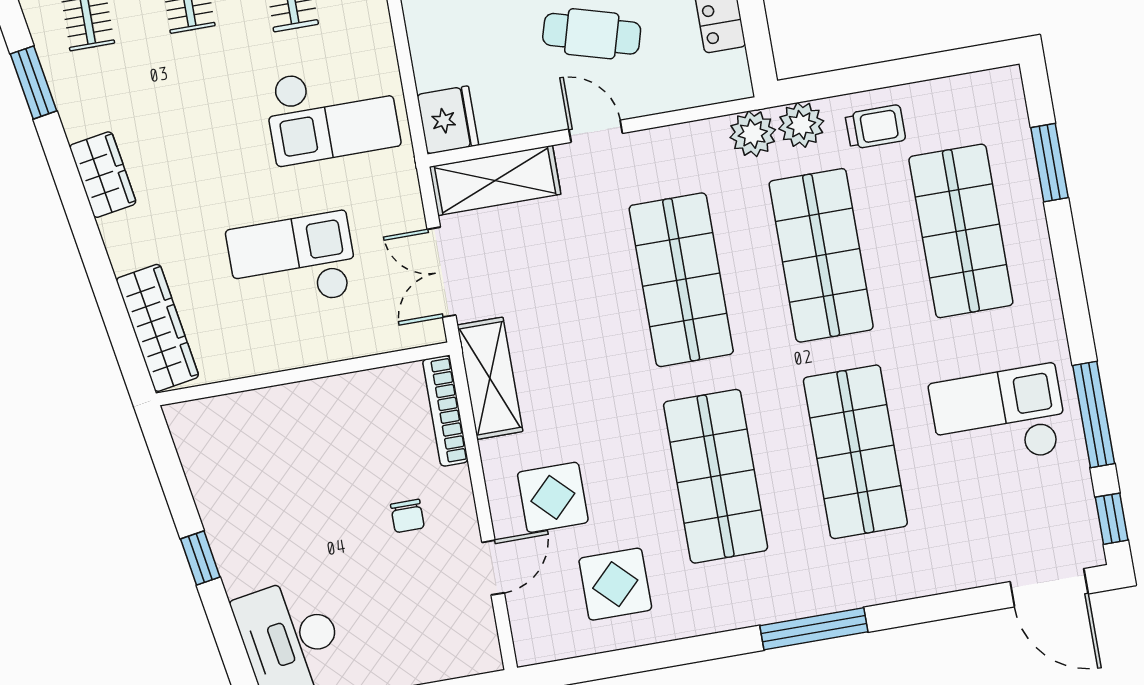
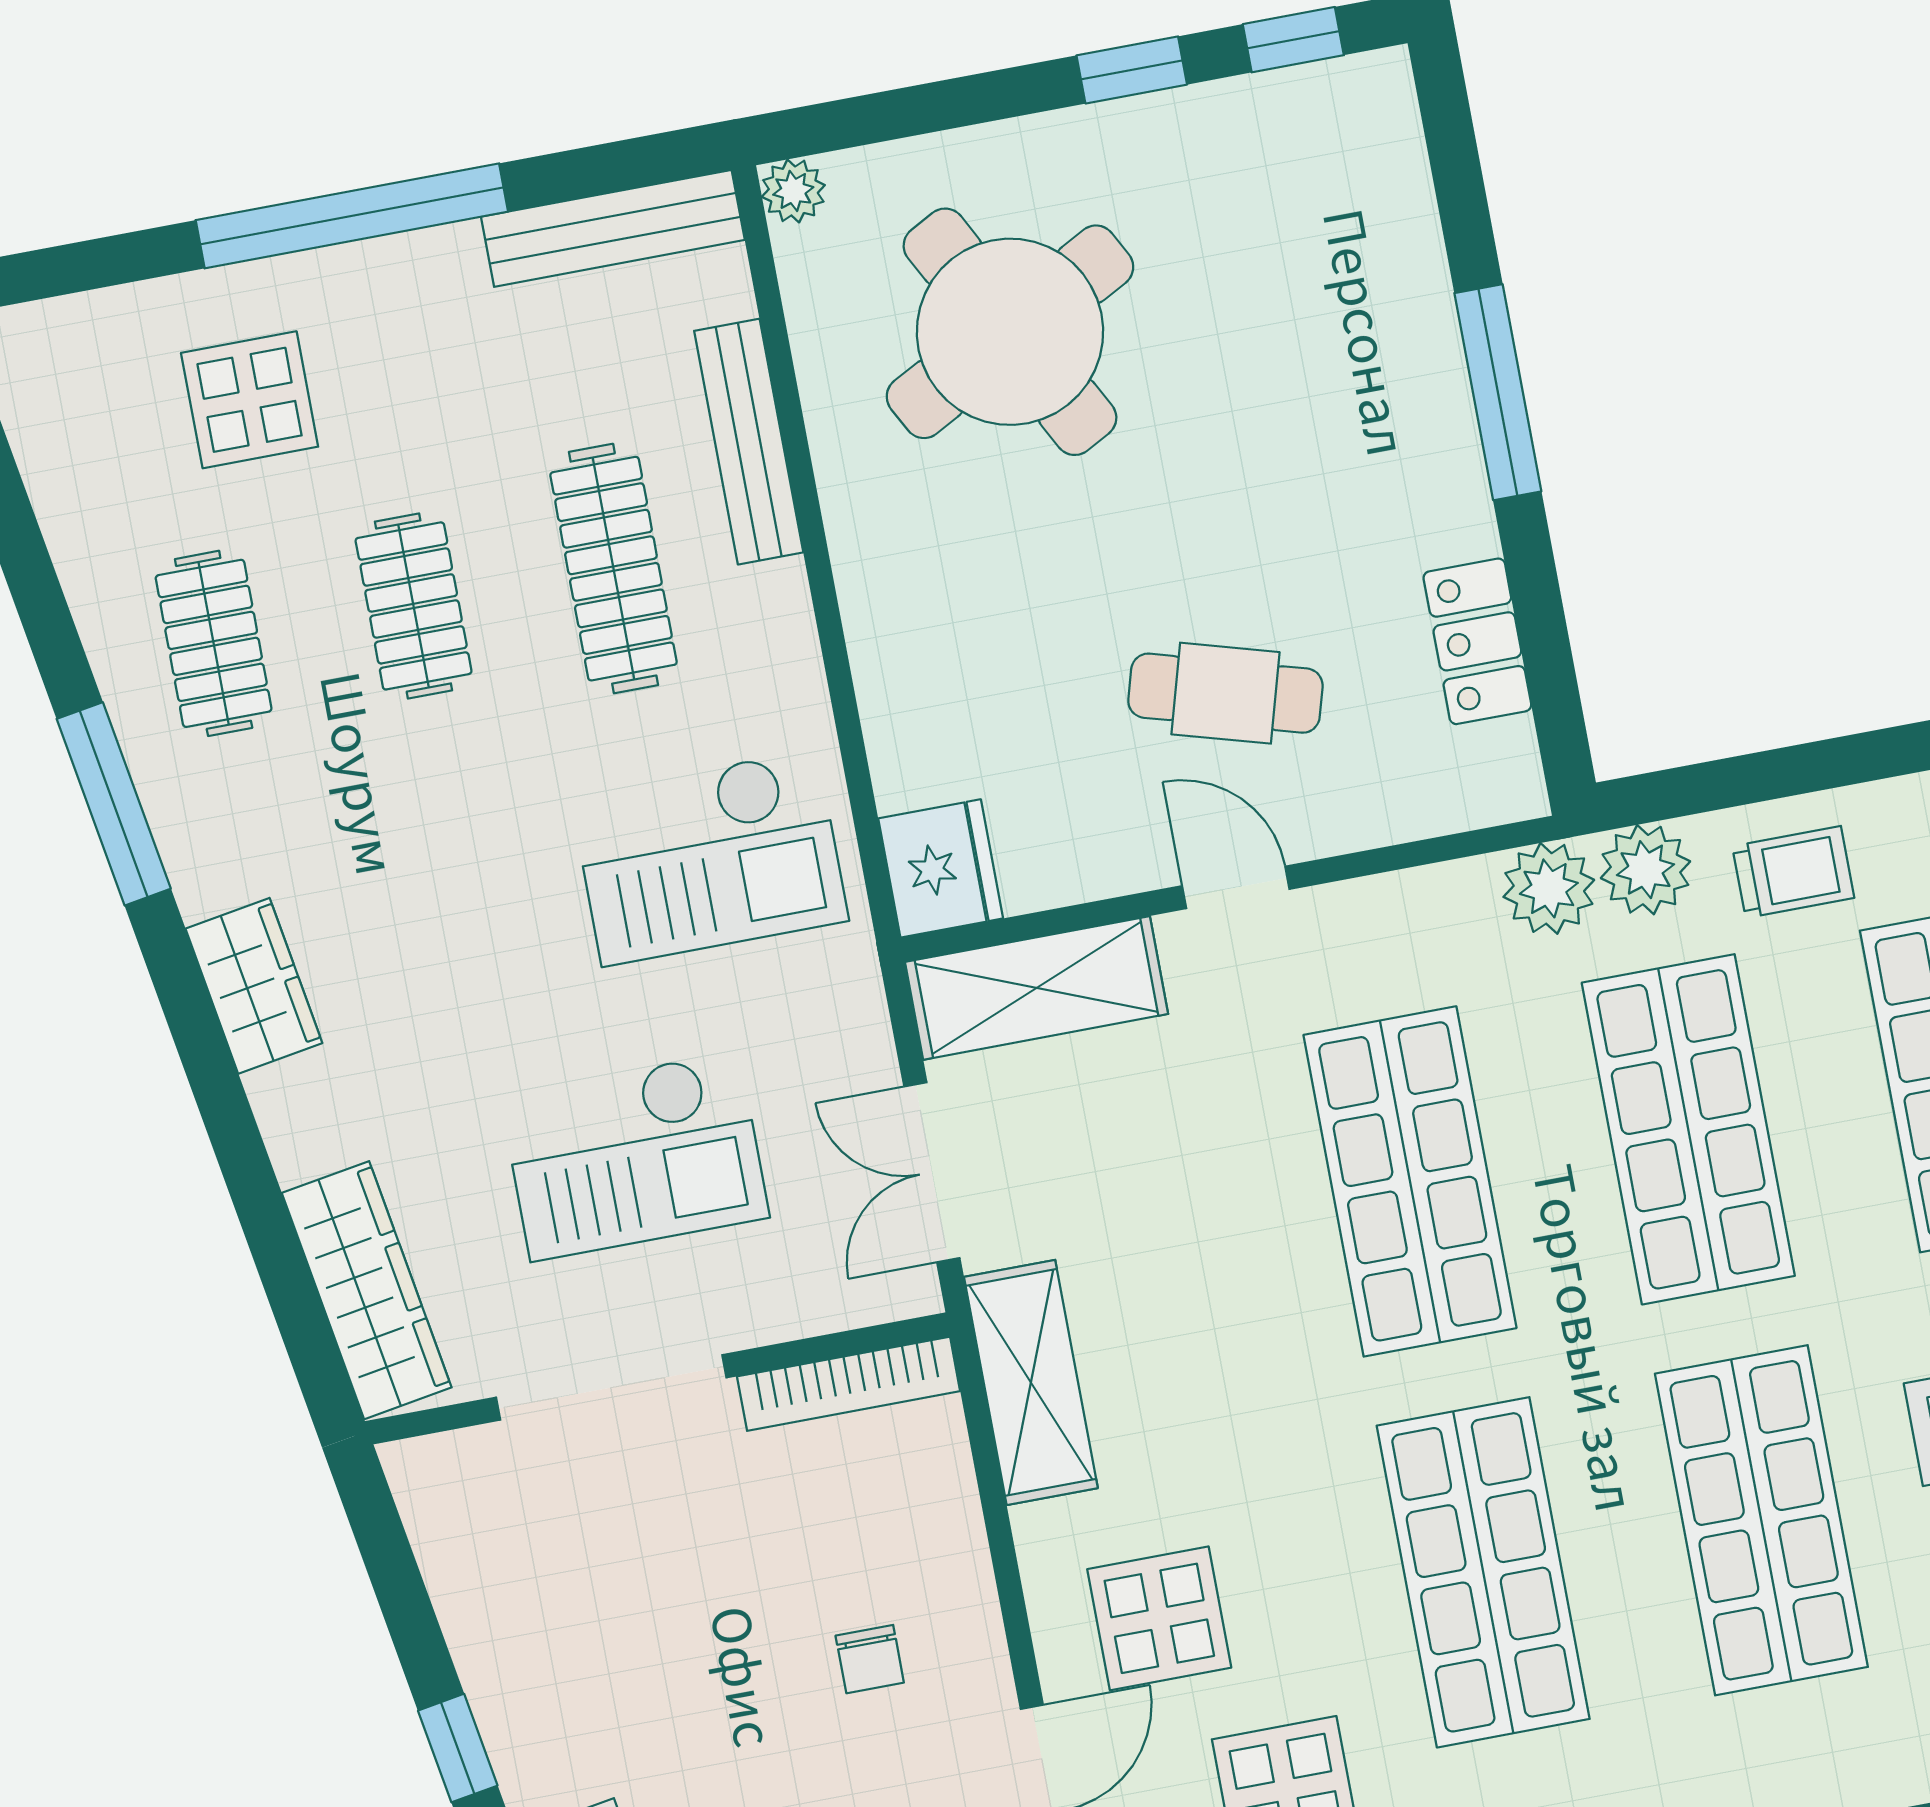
window: (34, 82) -> (114, 804), width x1.44
checkout: (293, 262) -> (634, 1156), turned 180
doorway: (279, 378) -> (611, 1387), added
bookcase: (445, 411) -> (849, 1384), moved, turned -90

